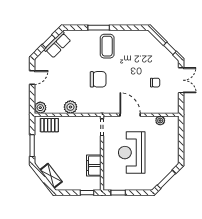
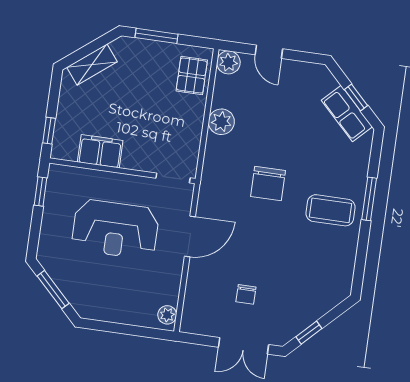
door: (32, 77) -> (269, 52), moved
plant: (160, 121) -> (167, 315), moved
reception desk: (132, 153) -> (115, 229), turned 180

